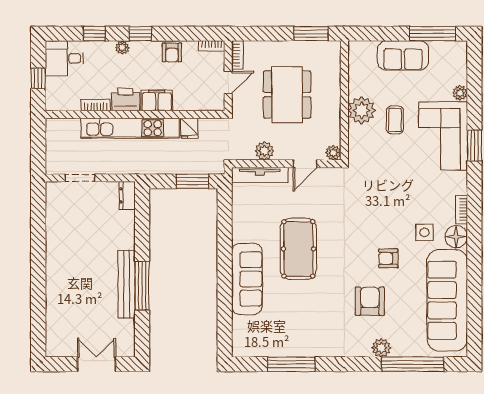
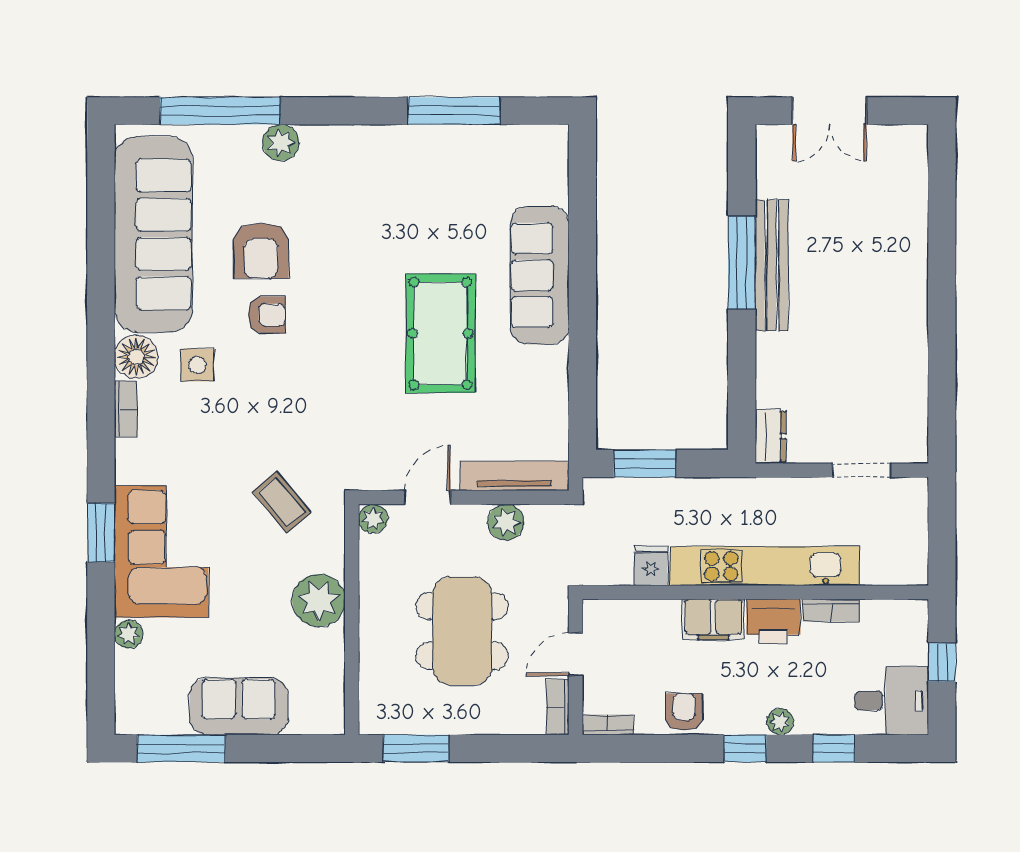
coffee table: (395, 120) -> (282, 502), moved, turned -40
armchair: (370, 301) -> (261, 251), moved

